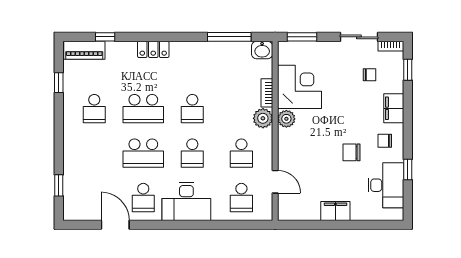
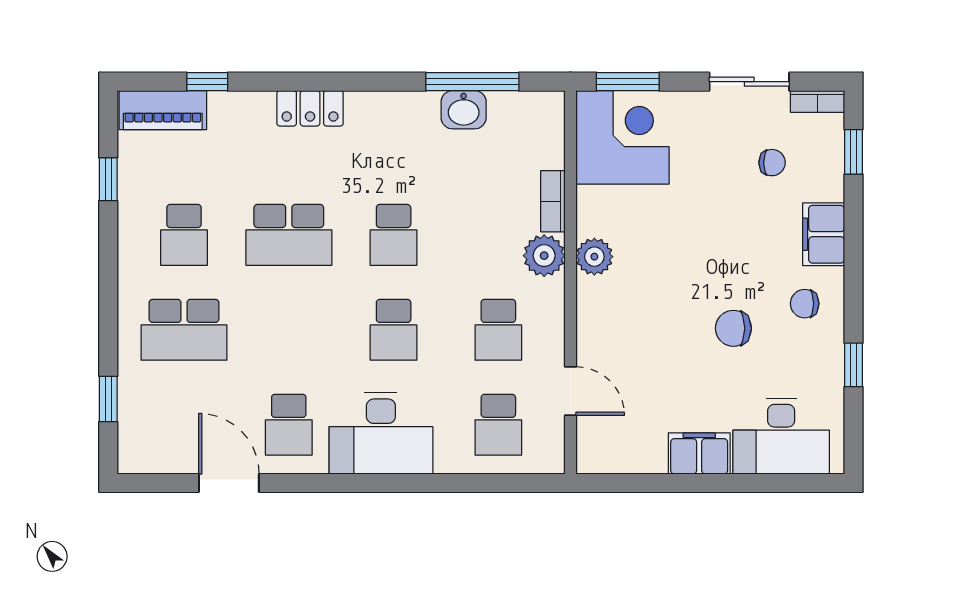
washbasin: (262, 50) -> (464, 110), moved
corner desk: (300, 87) -> (623, 137), moved
school desk: (143, 153) -> (184, 330), moved
desk: (386, 185) -> (781, 436), moved, turned 90

